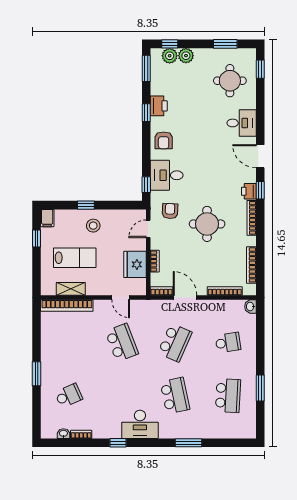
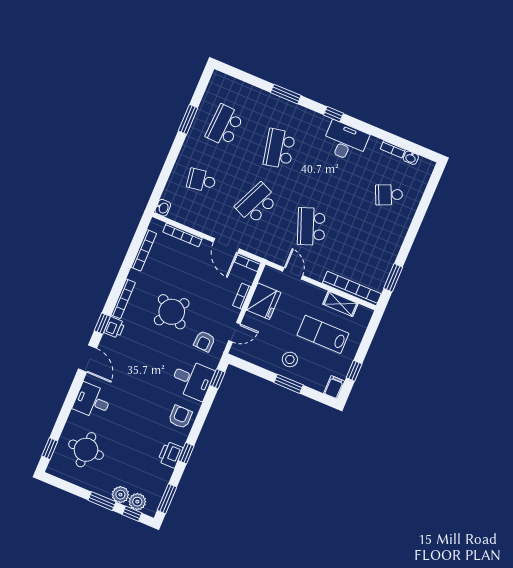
window: (225, 44) -> (102, 501), moved
window: (86, 205) -> (289, 384), width x1.50
round table: (207, 224) -> (172, 312), turned 33
window: (36, 374) -> (393, 278), moved
desk: (140, 424) -> (345, 141), moved
window: (118, 443) -> (333, 114), moved

